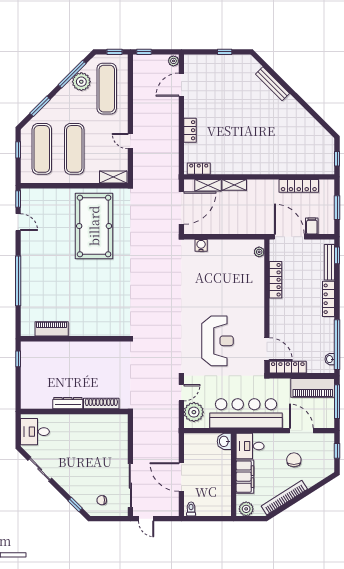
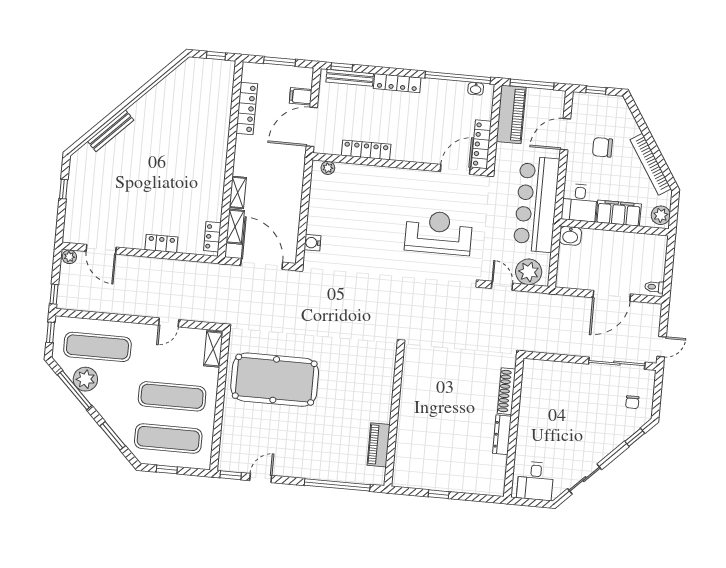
piano: (52, 329) -> (379, 445), moved
wall: (74, 339) -> (394, 417), moved

